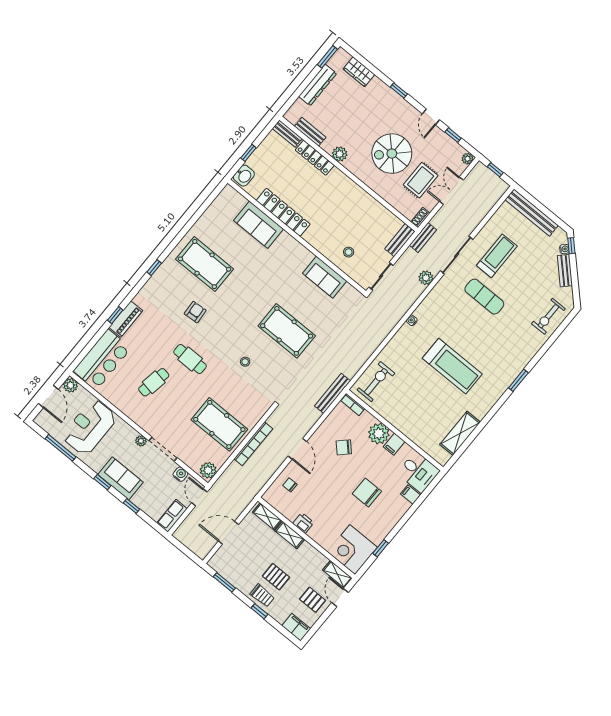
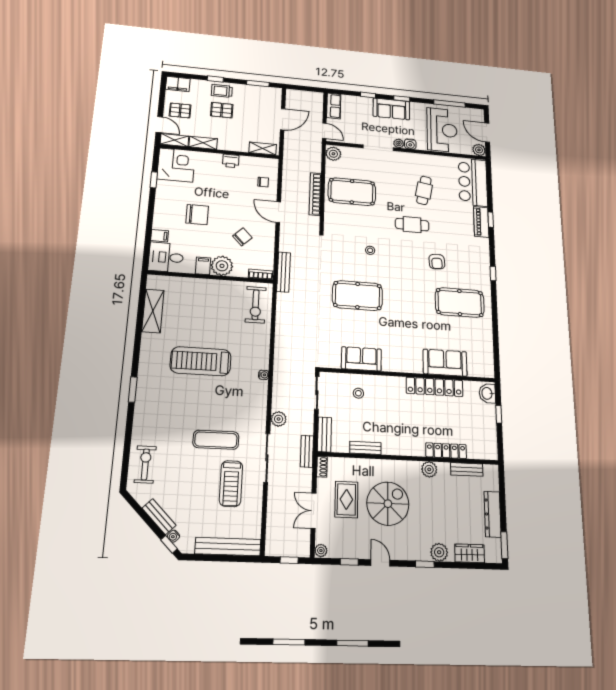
plant: (381, 90) -> (439, 552), added
bench: (287, 134) -> (365, 448), moved
double door: (451, 191) -> (314, 511), swing flipped
water cooler: (180, 474) -> (410, 144), moved
shelving: (290, 535) -> (203, 143), moved

